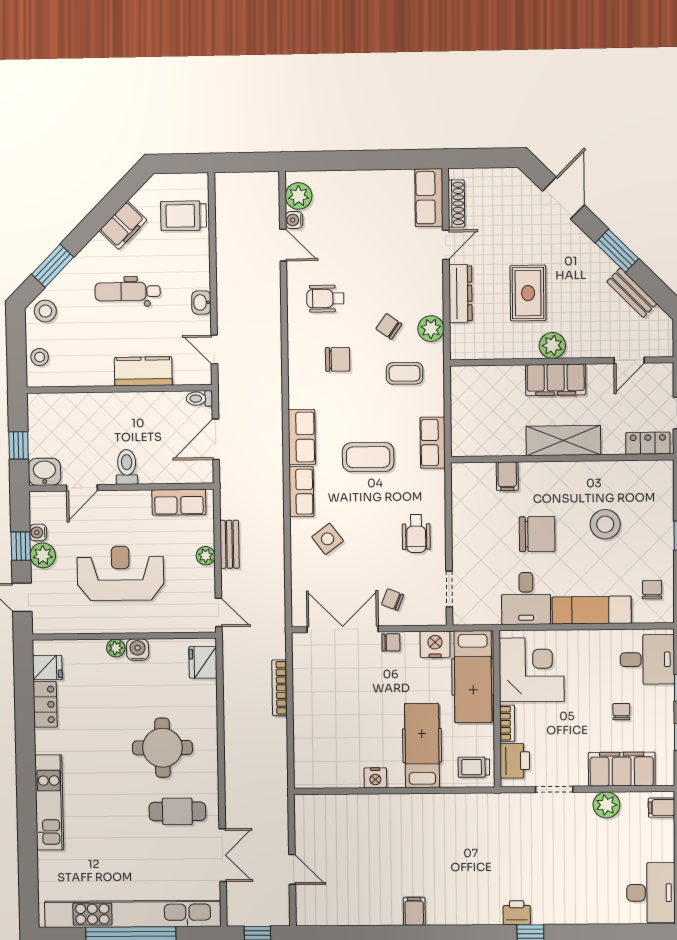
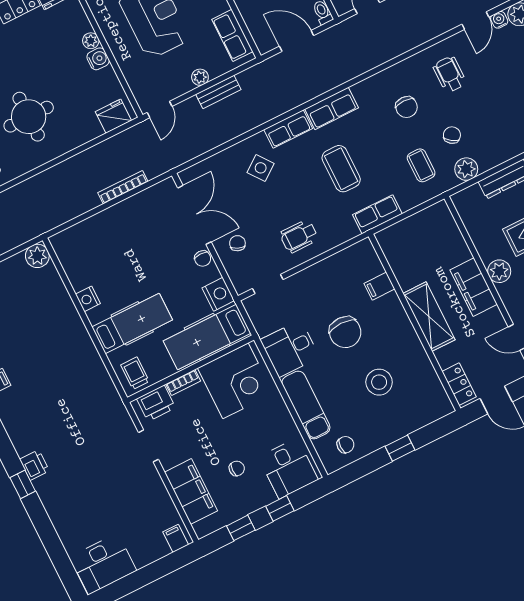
plant: (606, 805) -> (37, 256), moved

